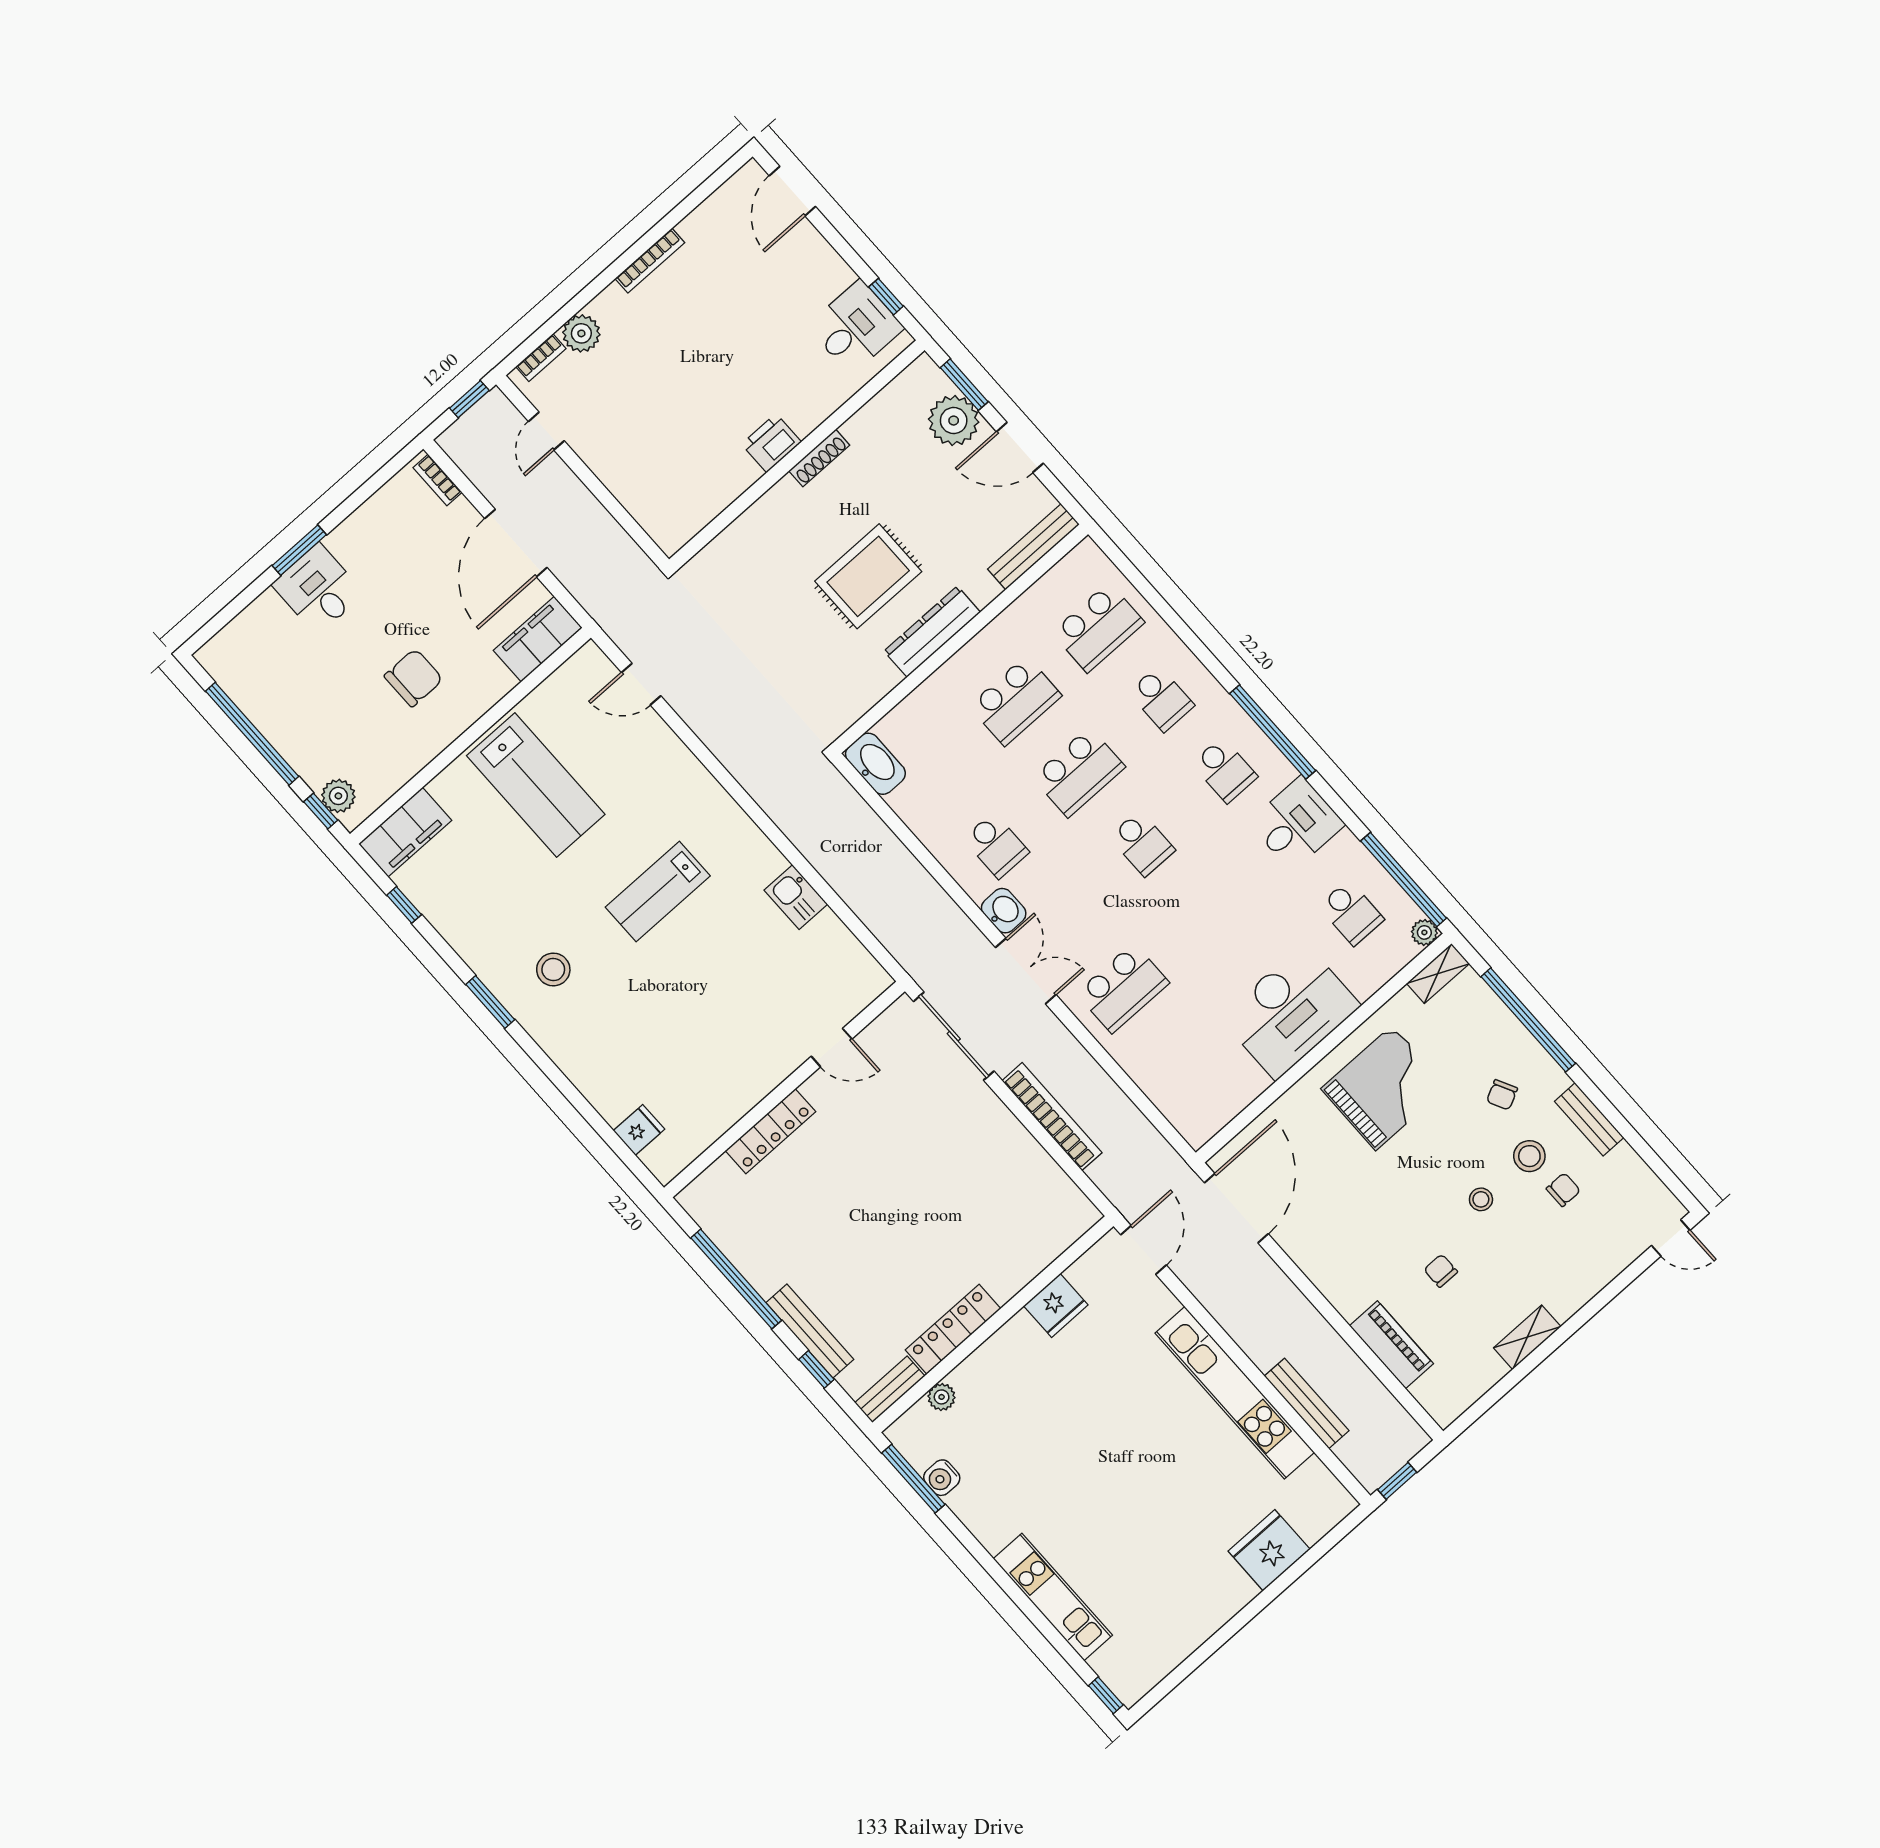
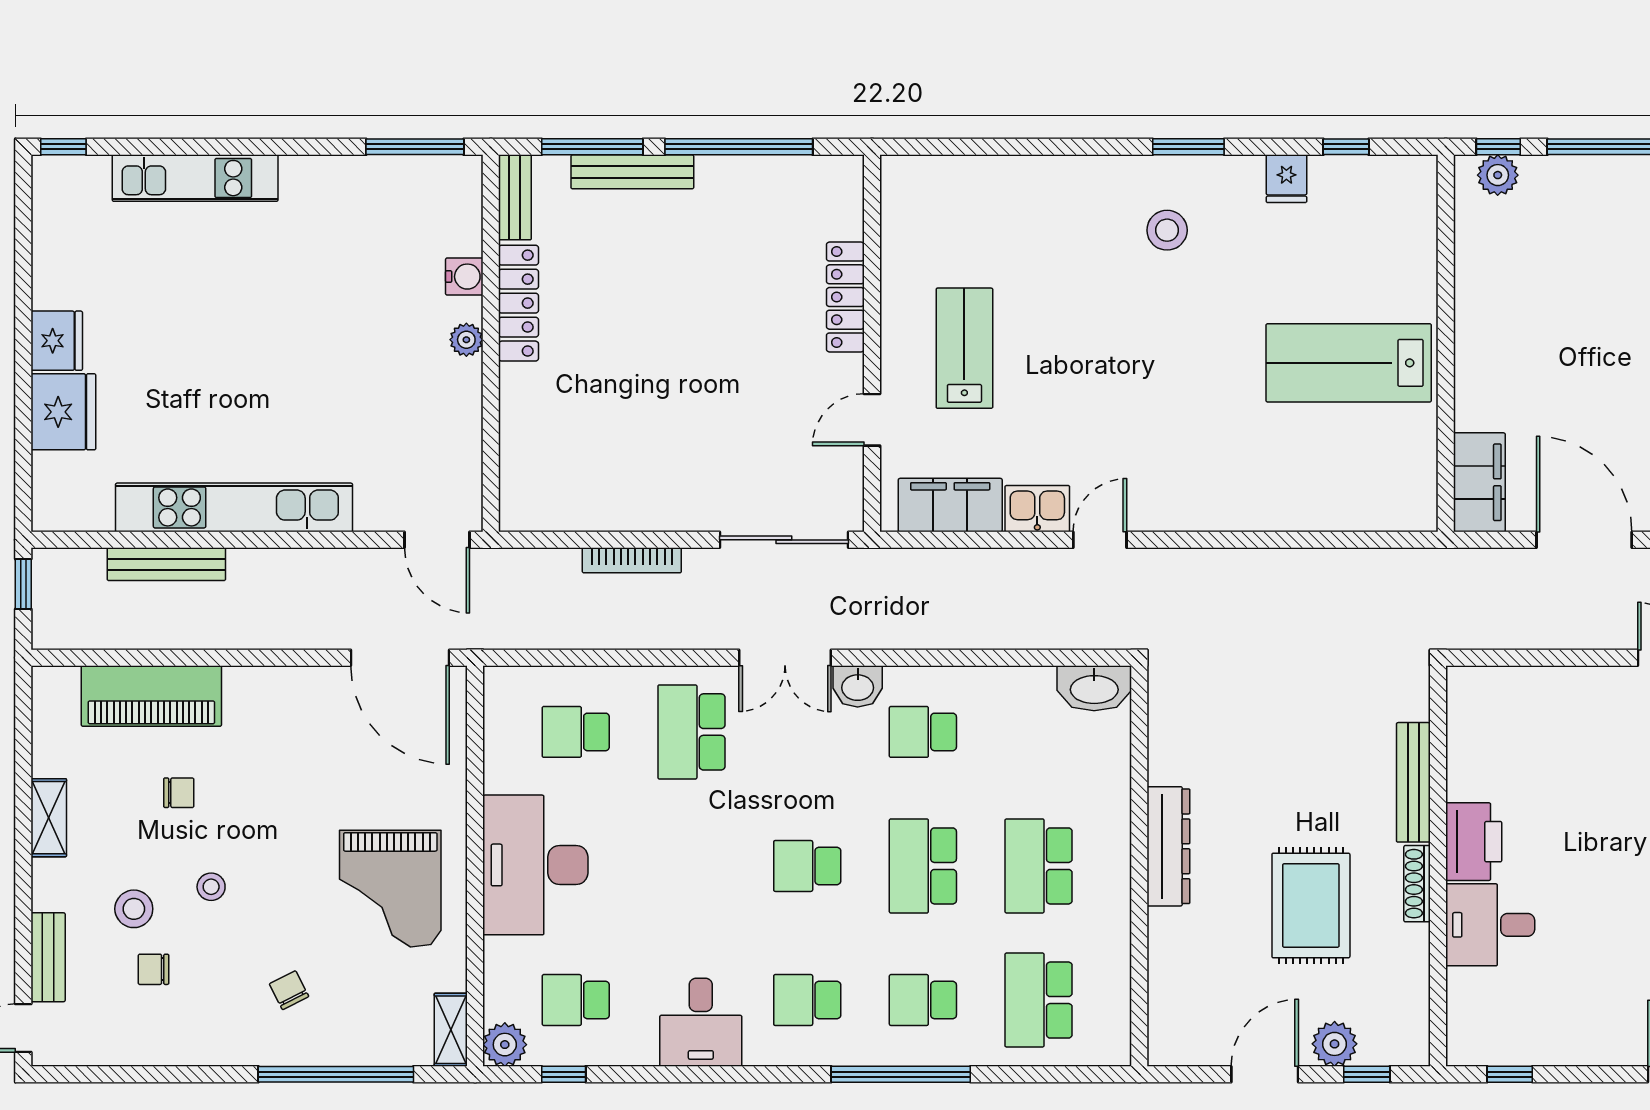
desk: (856, 327) -> (1490, 925), moved, turned 90
window: (964, 385) -> (1367, 1074), width x0.67
plant: (954, 421) -> (1335, 1044), width x0.73, depth x0.73
printer: (771, 443) -> (1474, 842), width x1.37, depth x1.19
bench: (1033, 547) -> (1413, 782), moved
rug: (868, 576) -> (1311, 905), moved
chair: (414, 678) -> (1544, 338), removed
door: (641, 684) -> (1100, 540), moved
window: (1273, 732) -> (901, 1074), moved
filing cabinet: (405, 832) -> (950, 505), moved, turned 90
window: (1404, 879) -> (564, 1074), width x0.32
lab bench: (658, 891) -> (964, 348), moved
plant: (1424, 932) -> (505, 1045), width x1.38, depth x1.38
school desk: (1186, 1059) -> (576, 732), added
bookcase: (1052, 1117) -> (632, 560), width x0.68, depth x0.76
bench: (1589, 1119) -> (48, 957), moved, turned 90
fridge: (639, 1130) -> (1286, 179), moved
stool: (1529, 1156) -> (134, 909), moved
chair: (1563, 1190) -> (154, 969), turned 90
fridge: (1056, 1305) -> (57, 341), moved, turned 180
piano: (1391, 1345) -> (151, 696), width x1.37, depth x1.33
window: (816, 1369) -> (592, 147), width x2.17
plant: (942, 1397) -> (466, 340), moved
water cooler: (942, 1478) -> (464, 277), moved, turned 90

